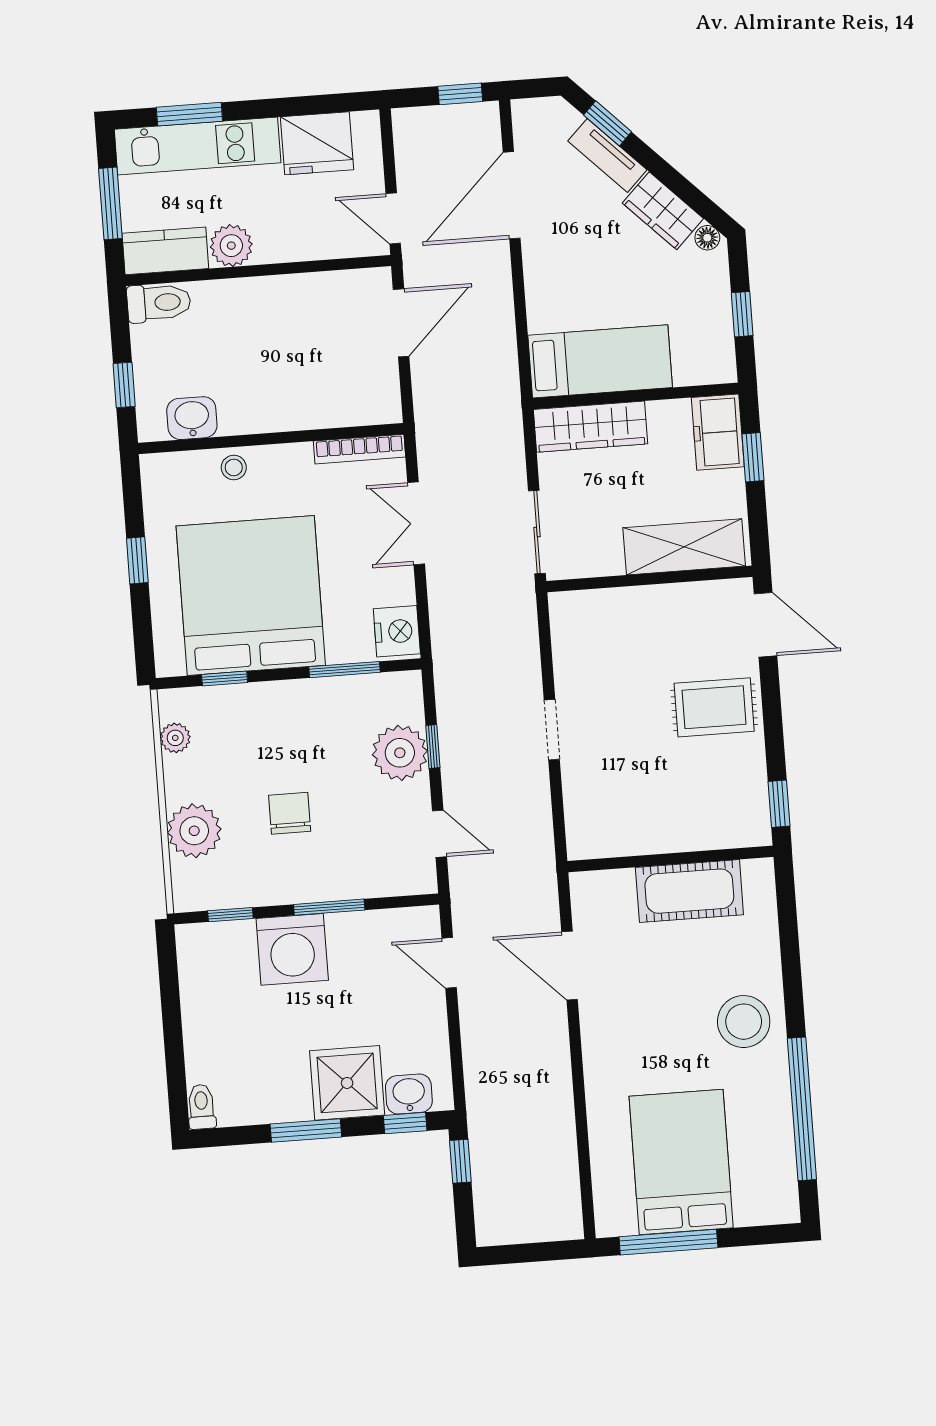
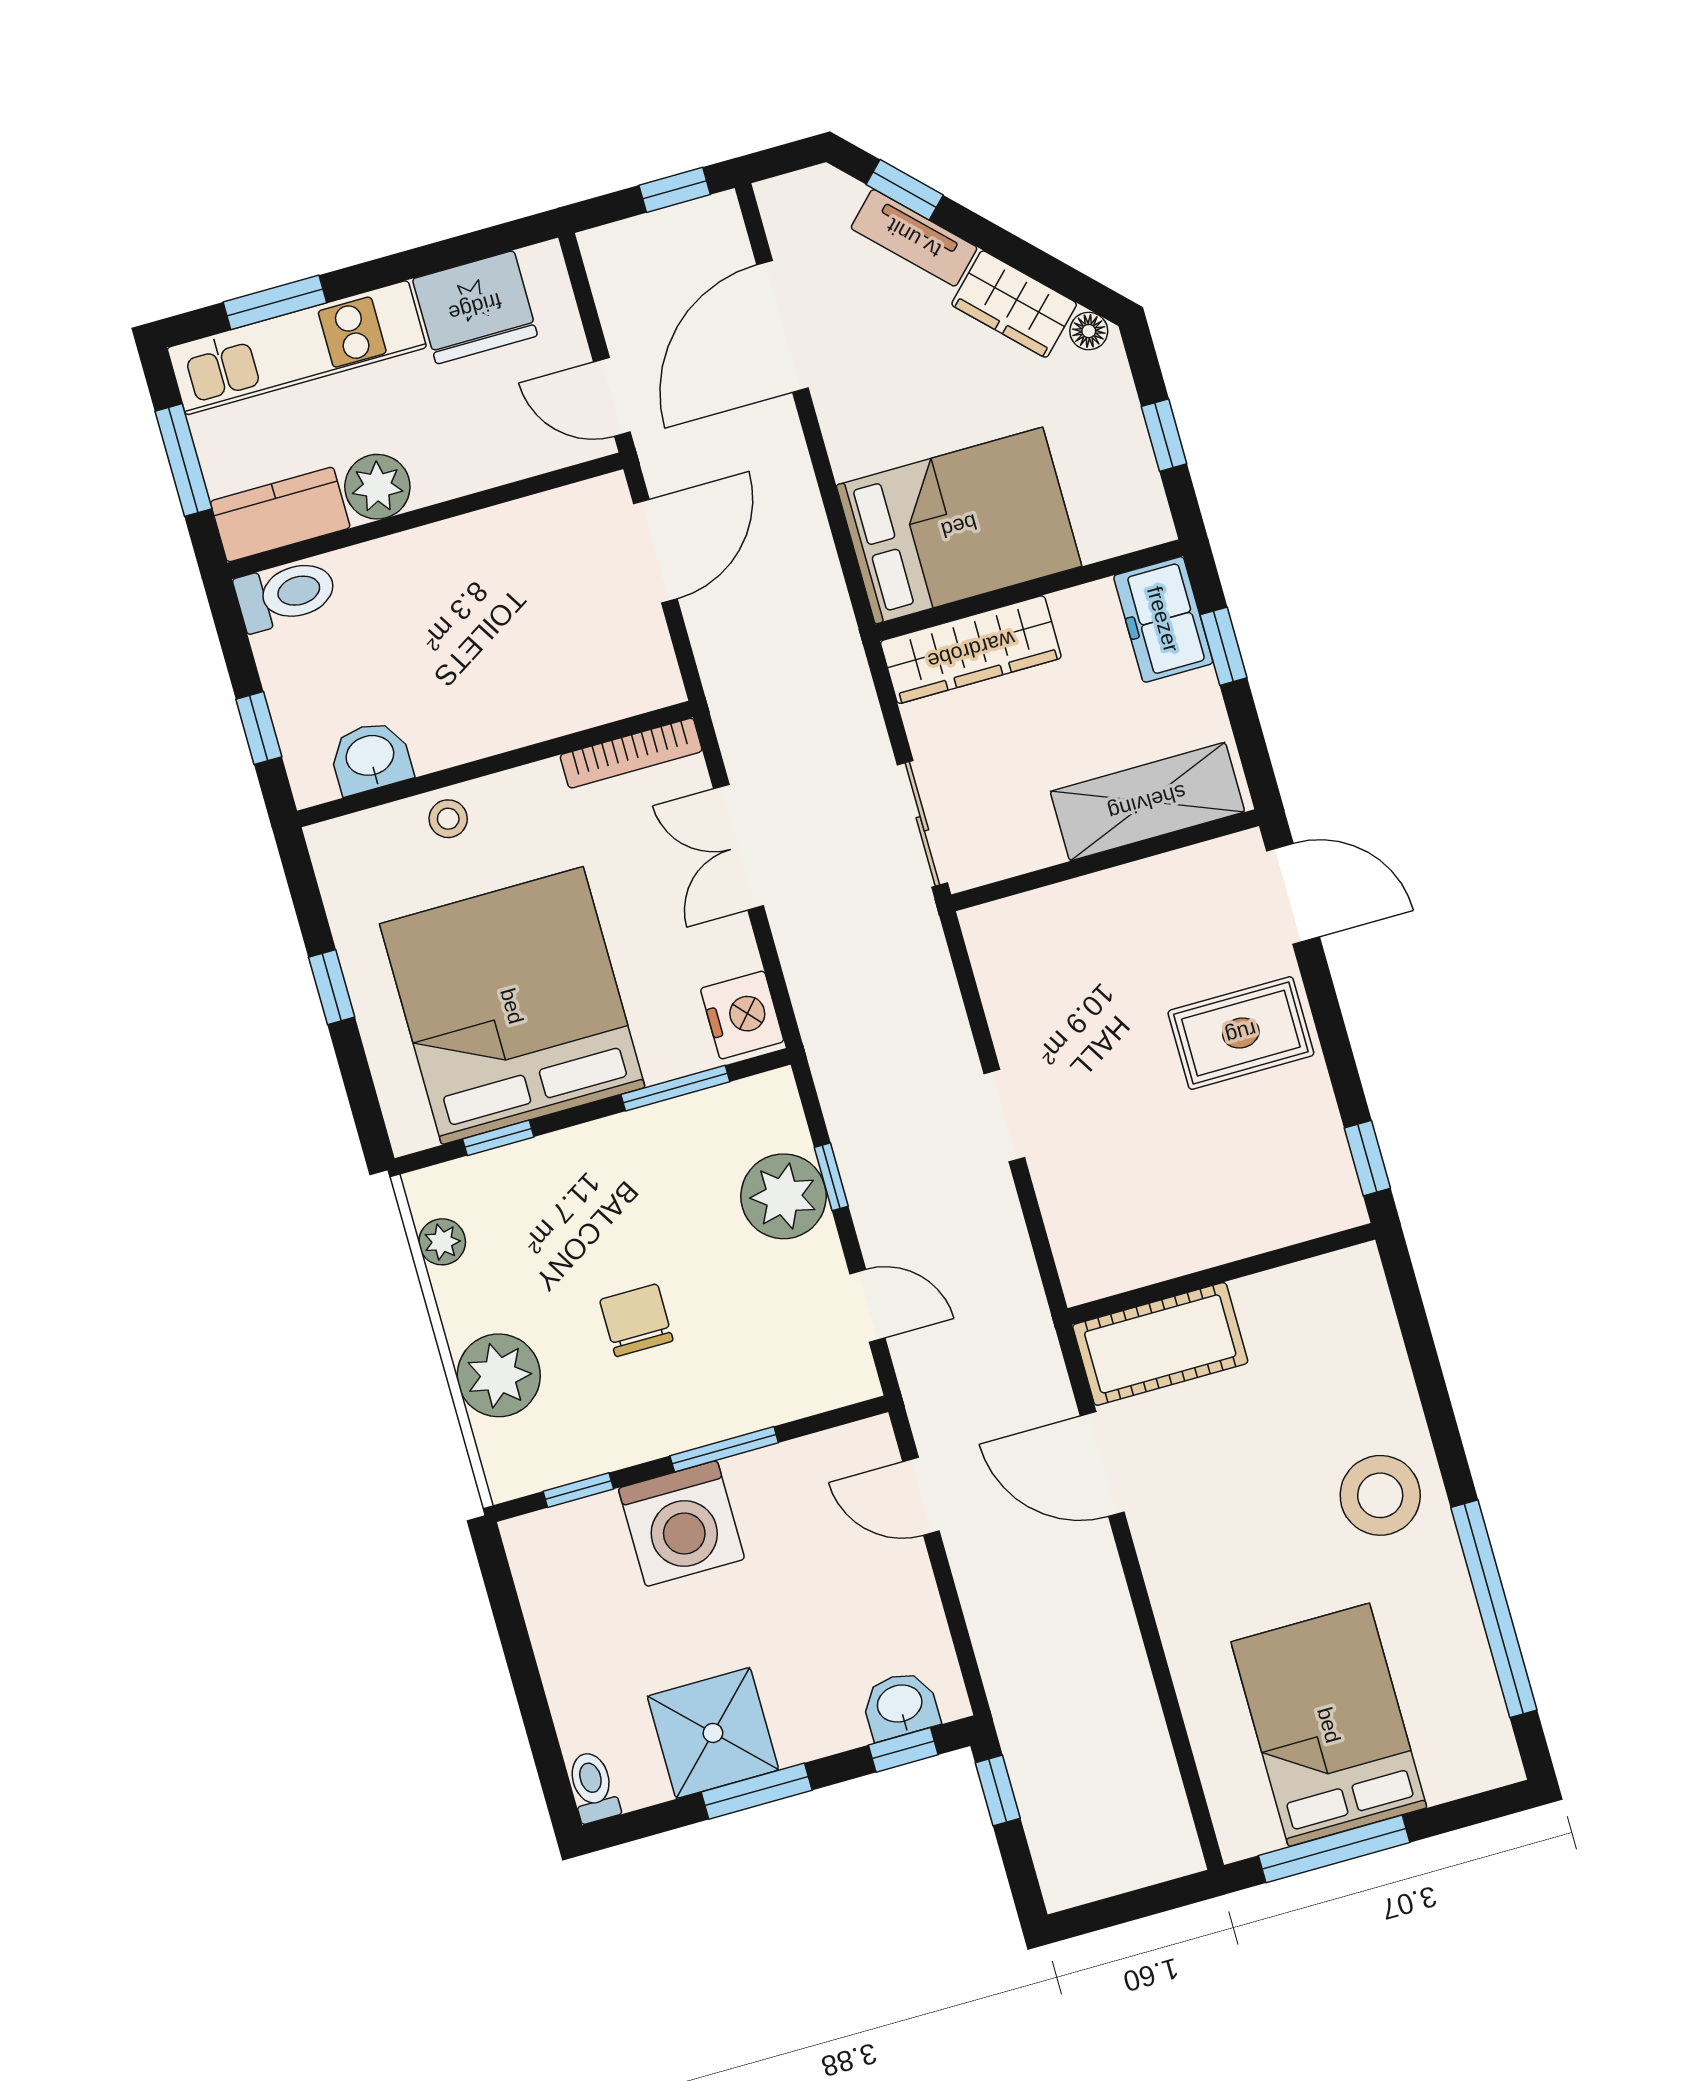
bed: (600, 361) -> (959, 526), width x1.50
cot: (689, 891) -> (1160, 1344), moved
shower: (347, 1083) -> (713, 1733), moved

